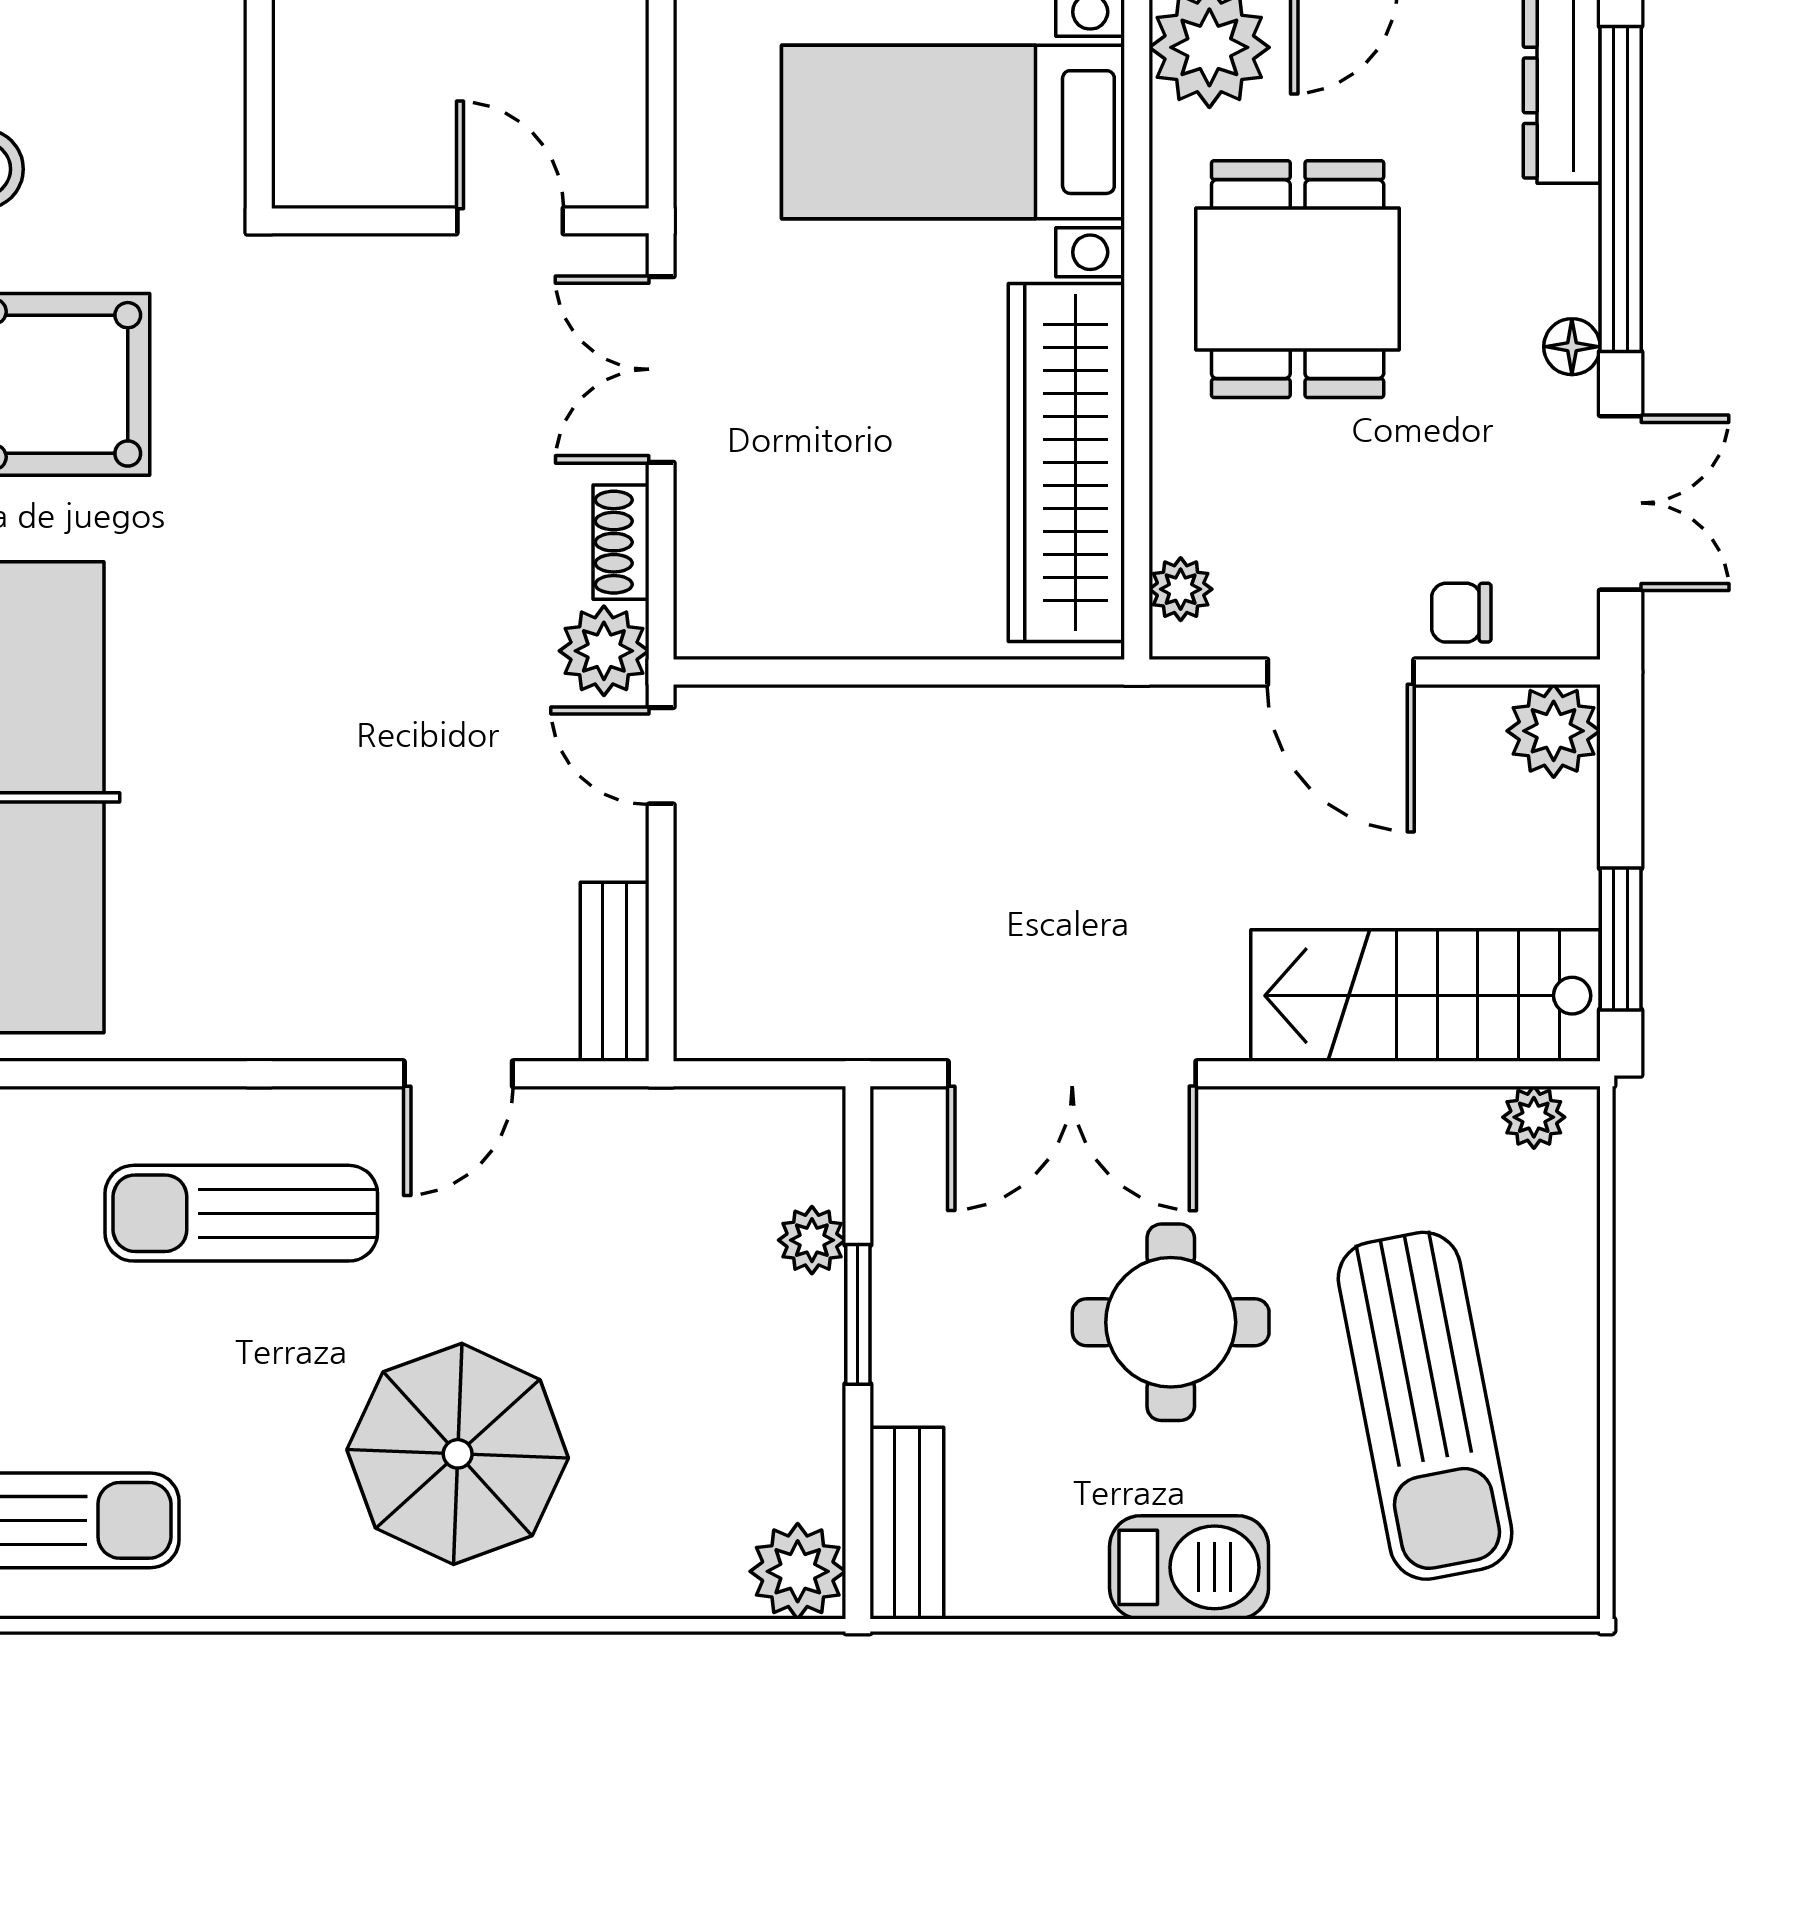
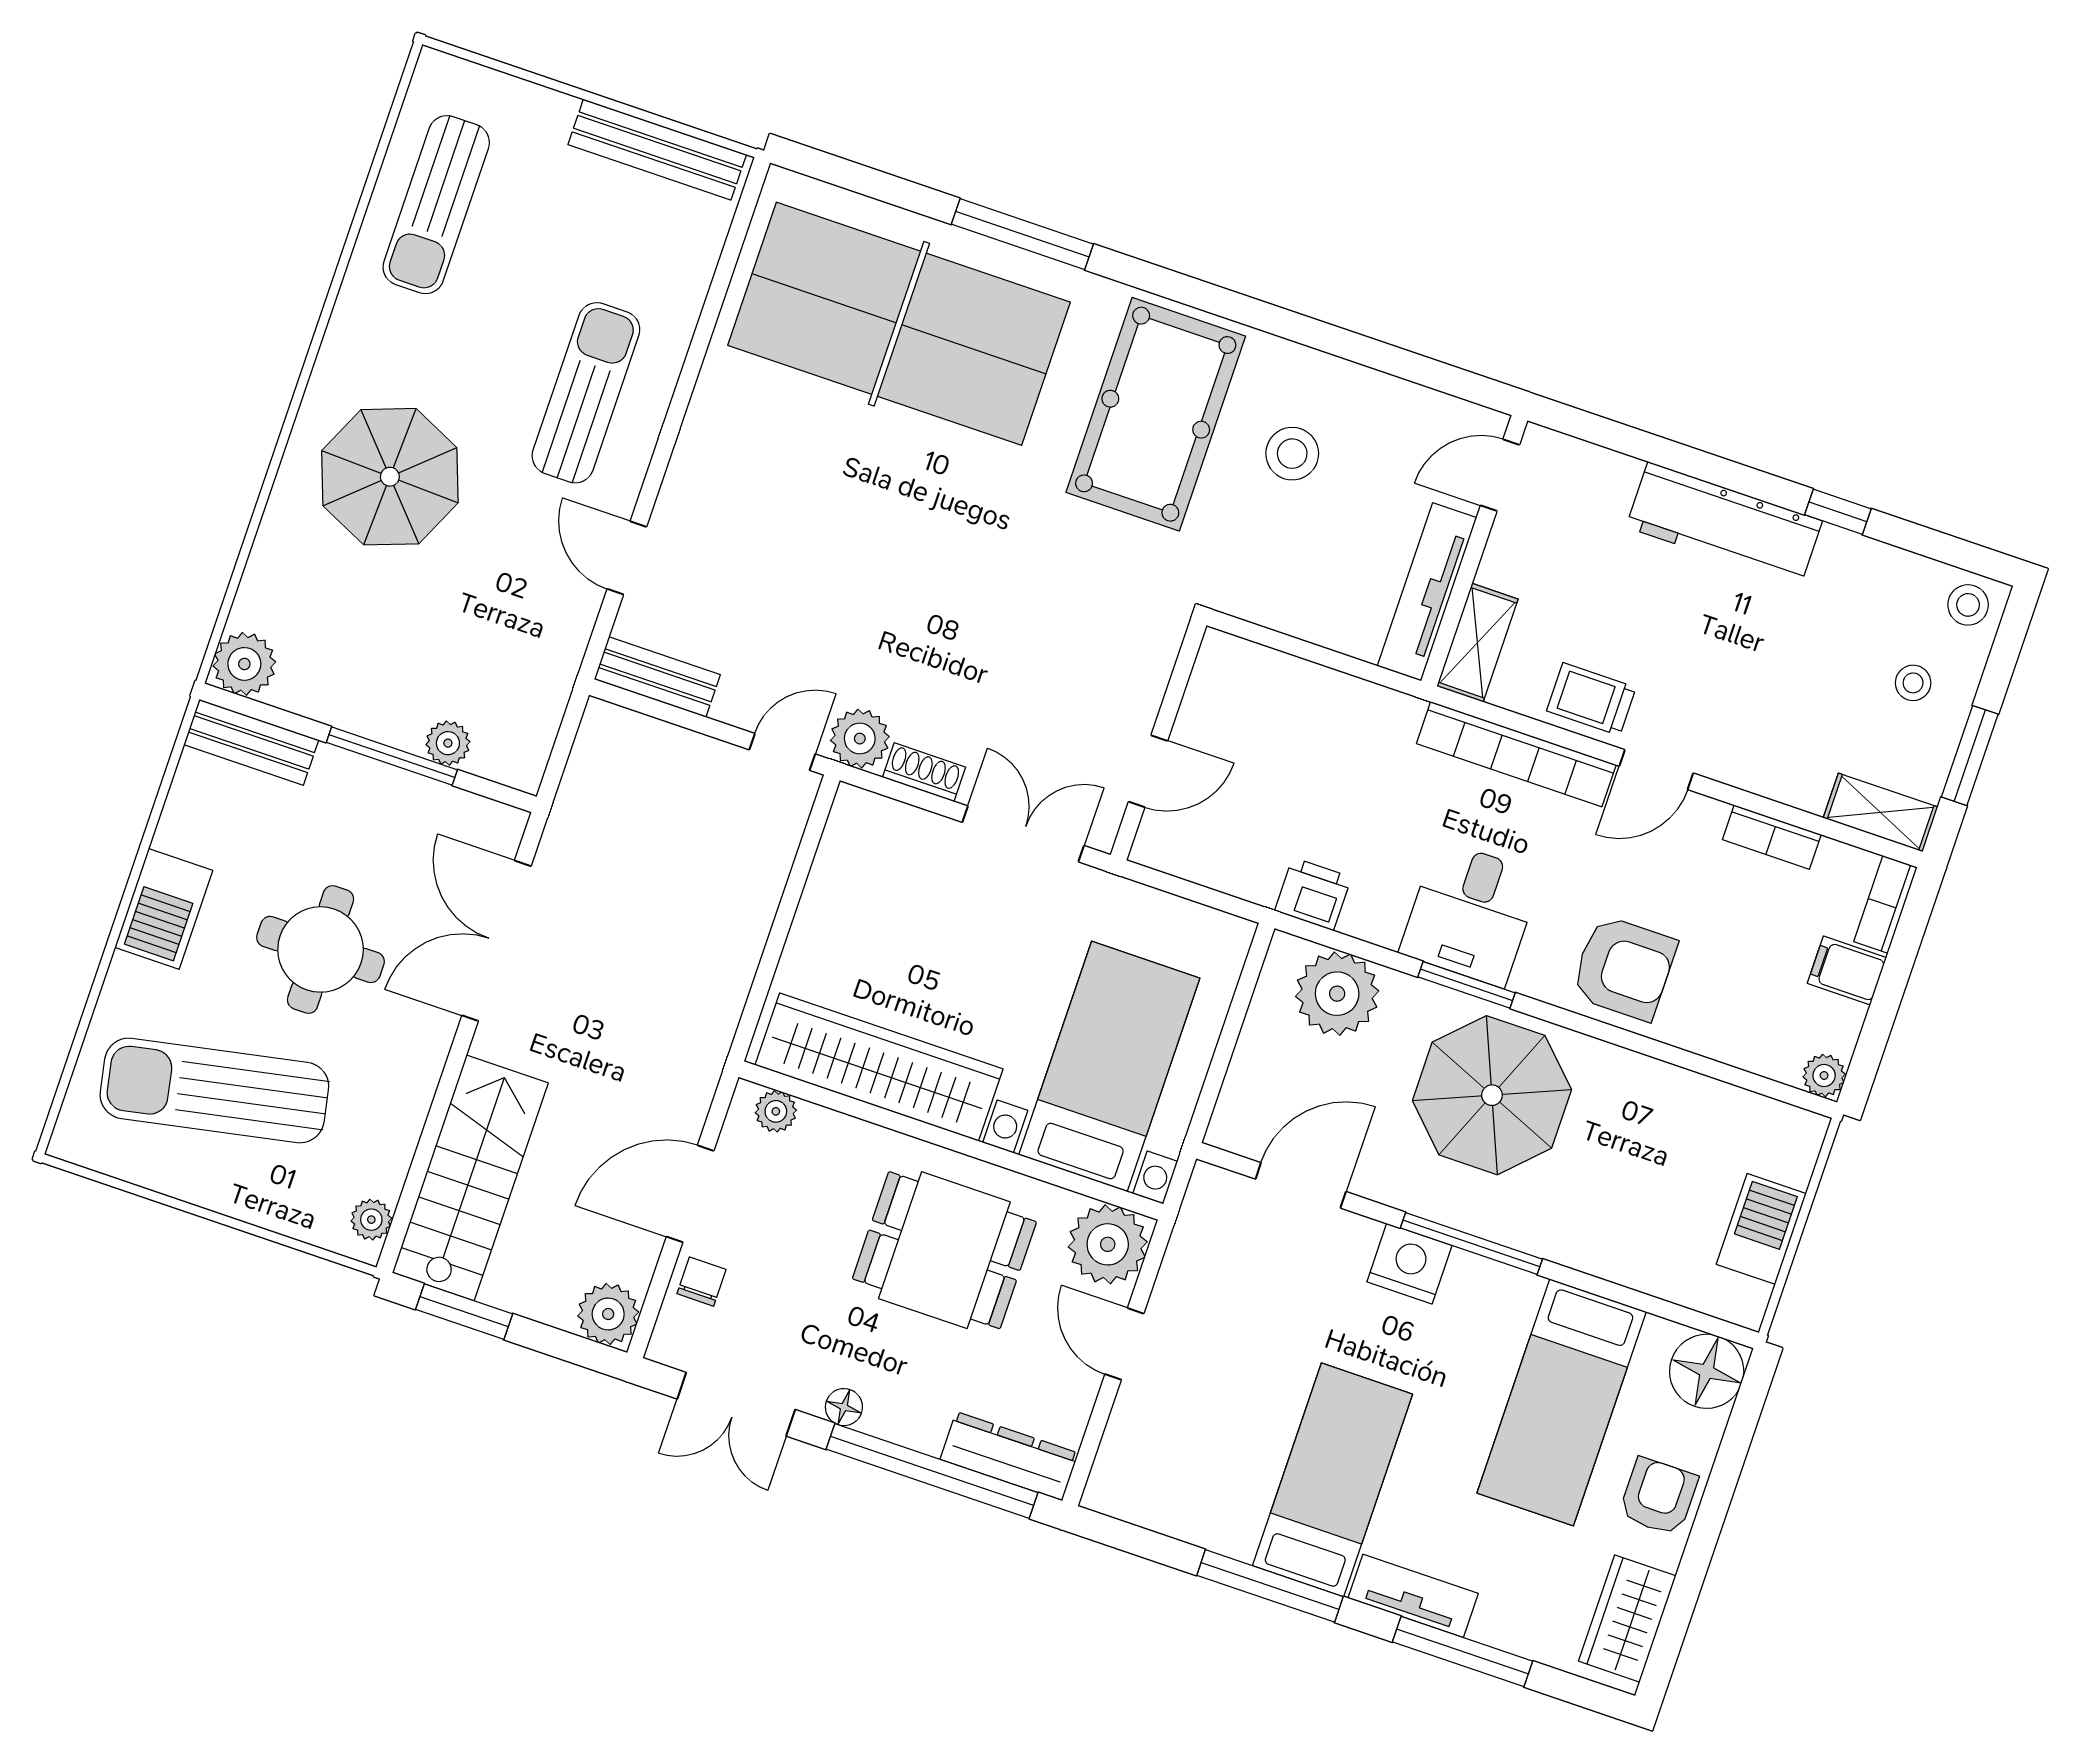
window: (858, 1314) -> (392, 756), width x1.44

